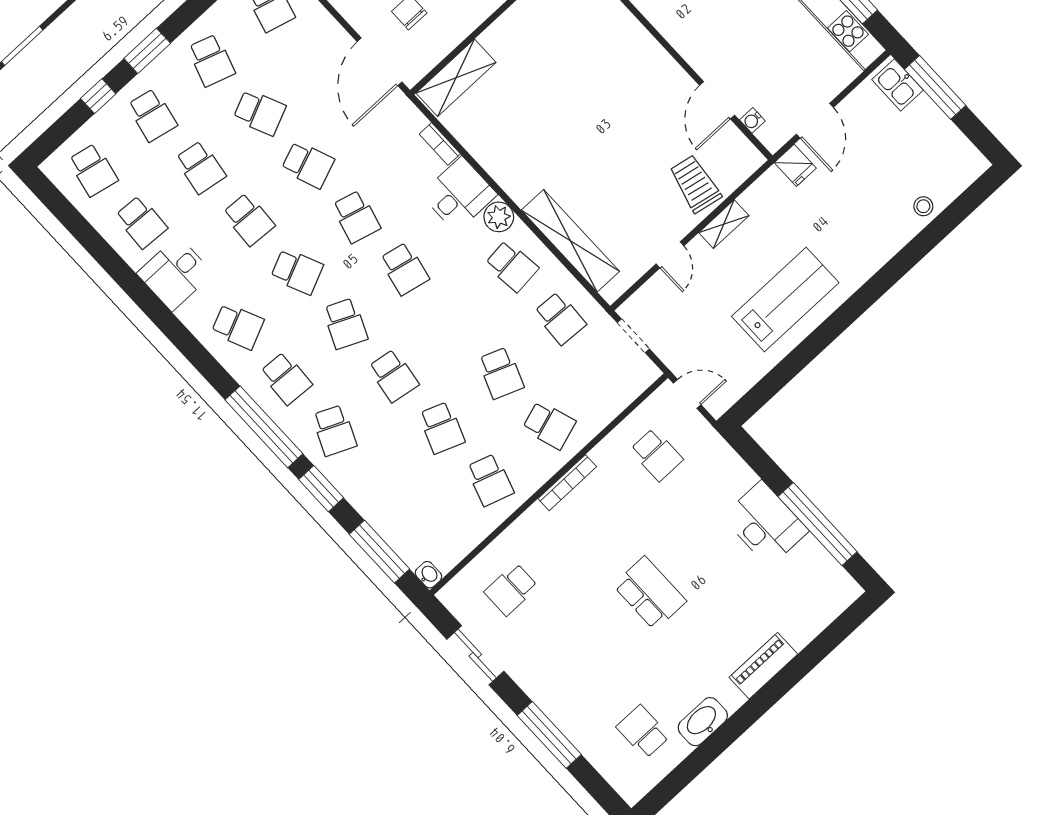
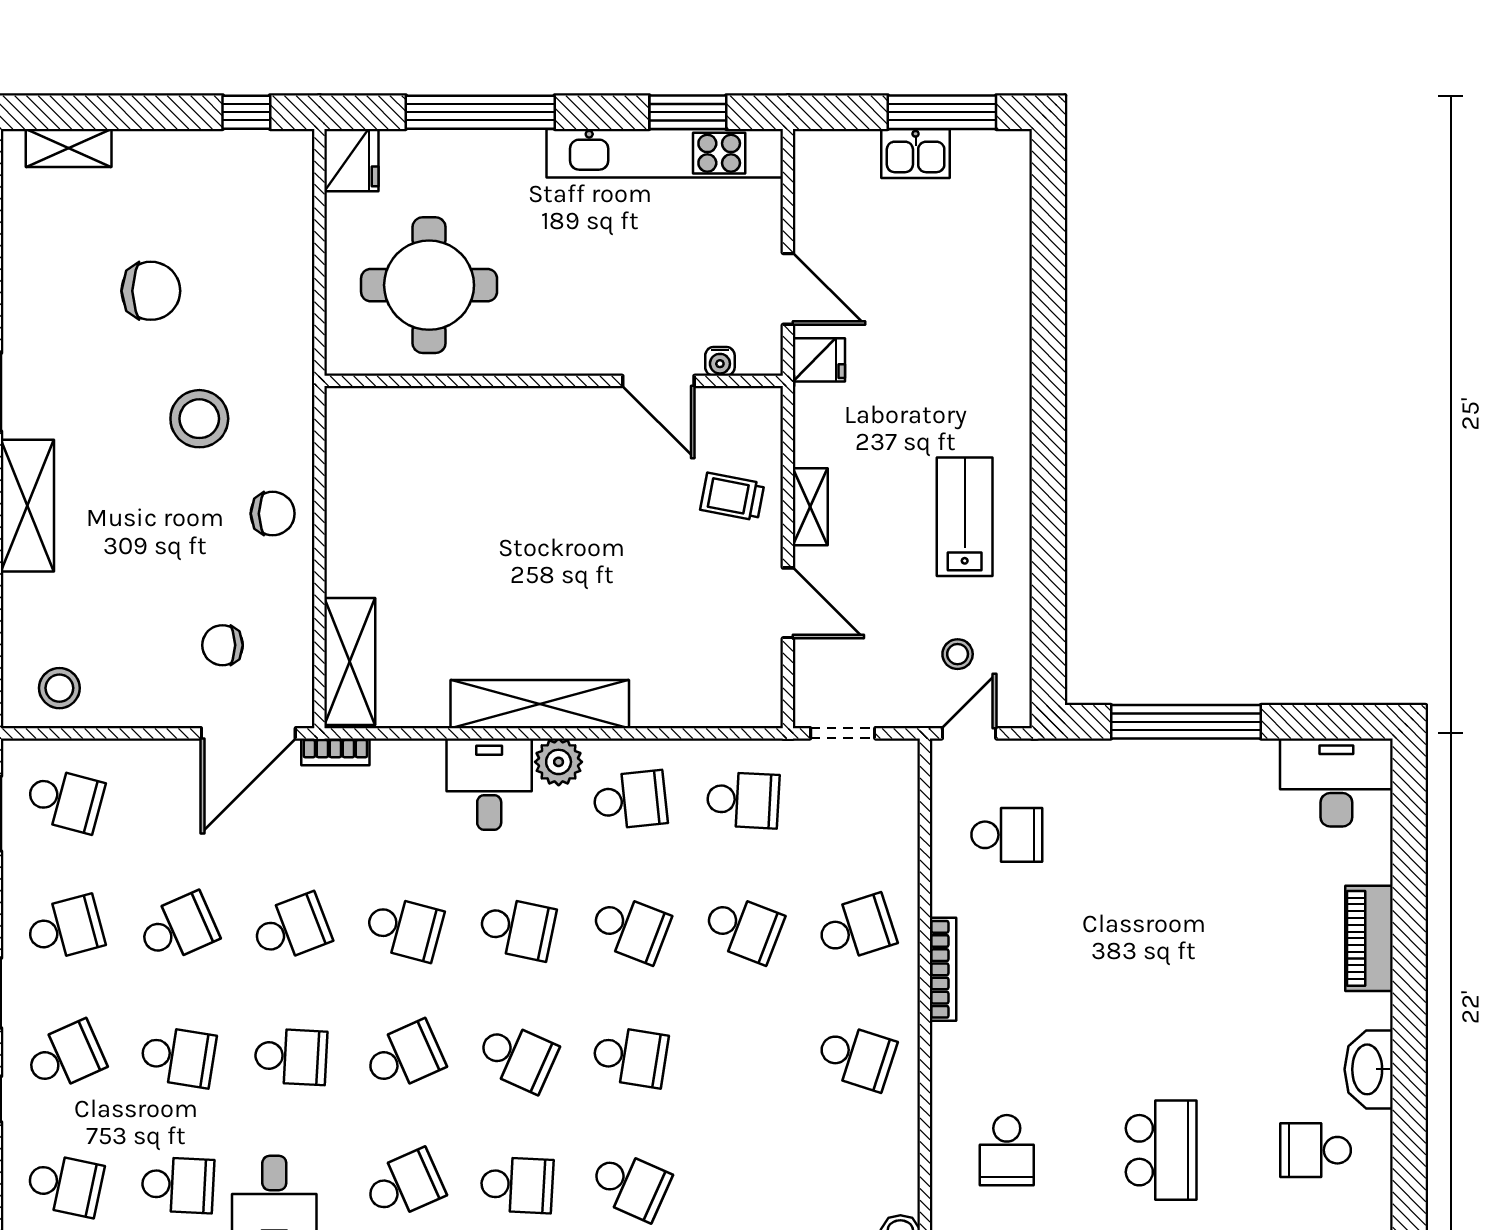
school desk: (211, 60) -> (65, 928), turned -33
door: (380, 62) -> (248, 733), hinge flipped
kitchen sink: (898, 85) -> (916, 153), moved
window: (935, 87) -> (942, 112), moved
school desk: (152, 115) -> (65, 1057), turned -36
bookcase: (440, 144) -> (335, 752), moved
trolley: (695, 184) -> (732, 497), width x0.73, depth x0.72
stool: (923, 206) -> (958, 654), moved
shelving: (570, 241) -> (540, 704), moved
door: (670, 255) -> (788, 603), width x1.38
lab bench: (785, 299) -> (965, 517), width x0.73, depth x0.72
school desk: (442, 428) -> (630, 928), moved
desk: (765, 524) -> (1336, 782), moved
window: (818, 524) -> (1186, 722), moved
school desk: (650, 593) -> (1161, 1150), moved, turned 90

